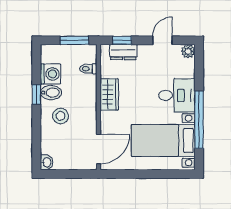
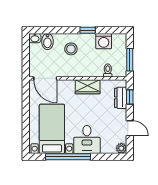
bidet: (51, 93) -> (47, 42), moved

